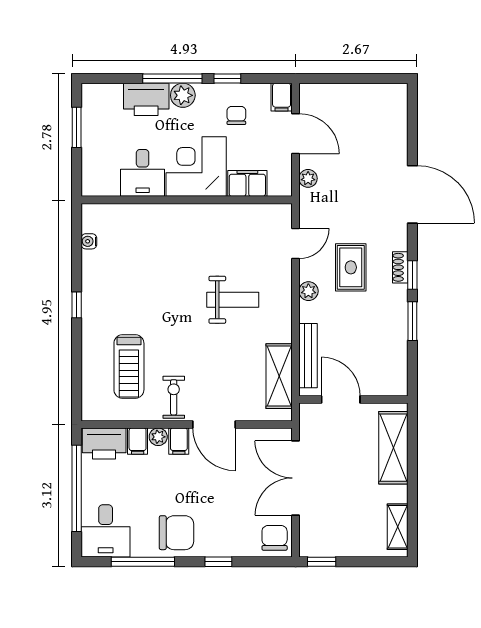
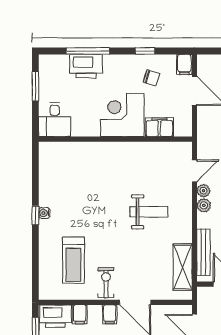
window: (172, 78) -> (88, 51), moved
plant: (183, 95) -> (113, 63), removed
chair: (236, 115) -> (151, 78), turned 107
desk: (143, 173) -> (55, 120), moved
plant: (308, 178) -> (204, 191), moved
water cooler: (89, 241) -> (44, 213), moved
plant: (158, 437) -> (95, 311), removed

